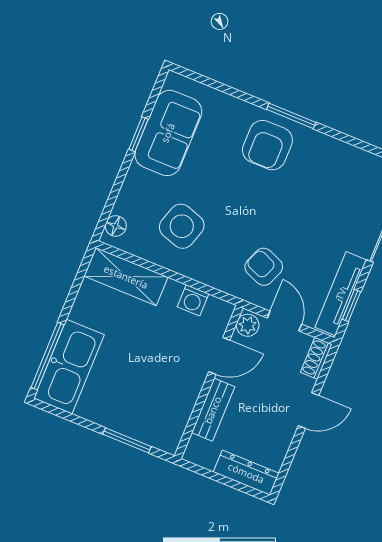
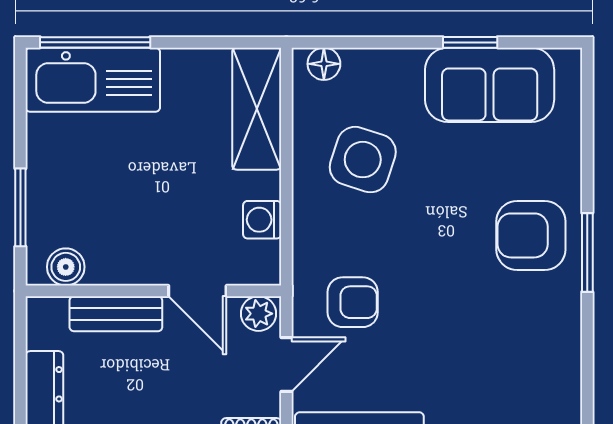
armchair: (264, 267) -> (353, 302), turned 68
boiler: (173, 428) -> (66, 267), added

